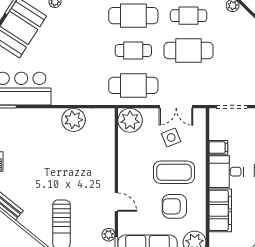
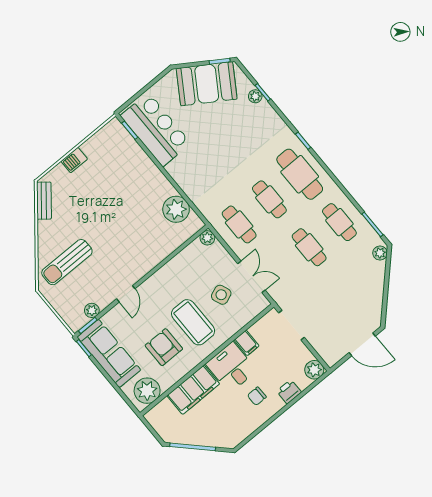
cafe table: (189, 51) -> (309, 247), width x0.73, depth x0.74
cafe table: (133, 85) -> (239, 224), width x0.73, depth x0.74
double door: (176, 107) -> (251, 277), swing flipped
plant: (74, 120) -> (176, 209), moved
plant: (130, 120) -> (207, 238), width x0.53, depth x0.53

